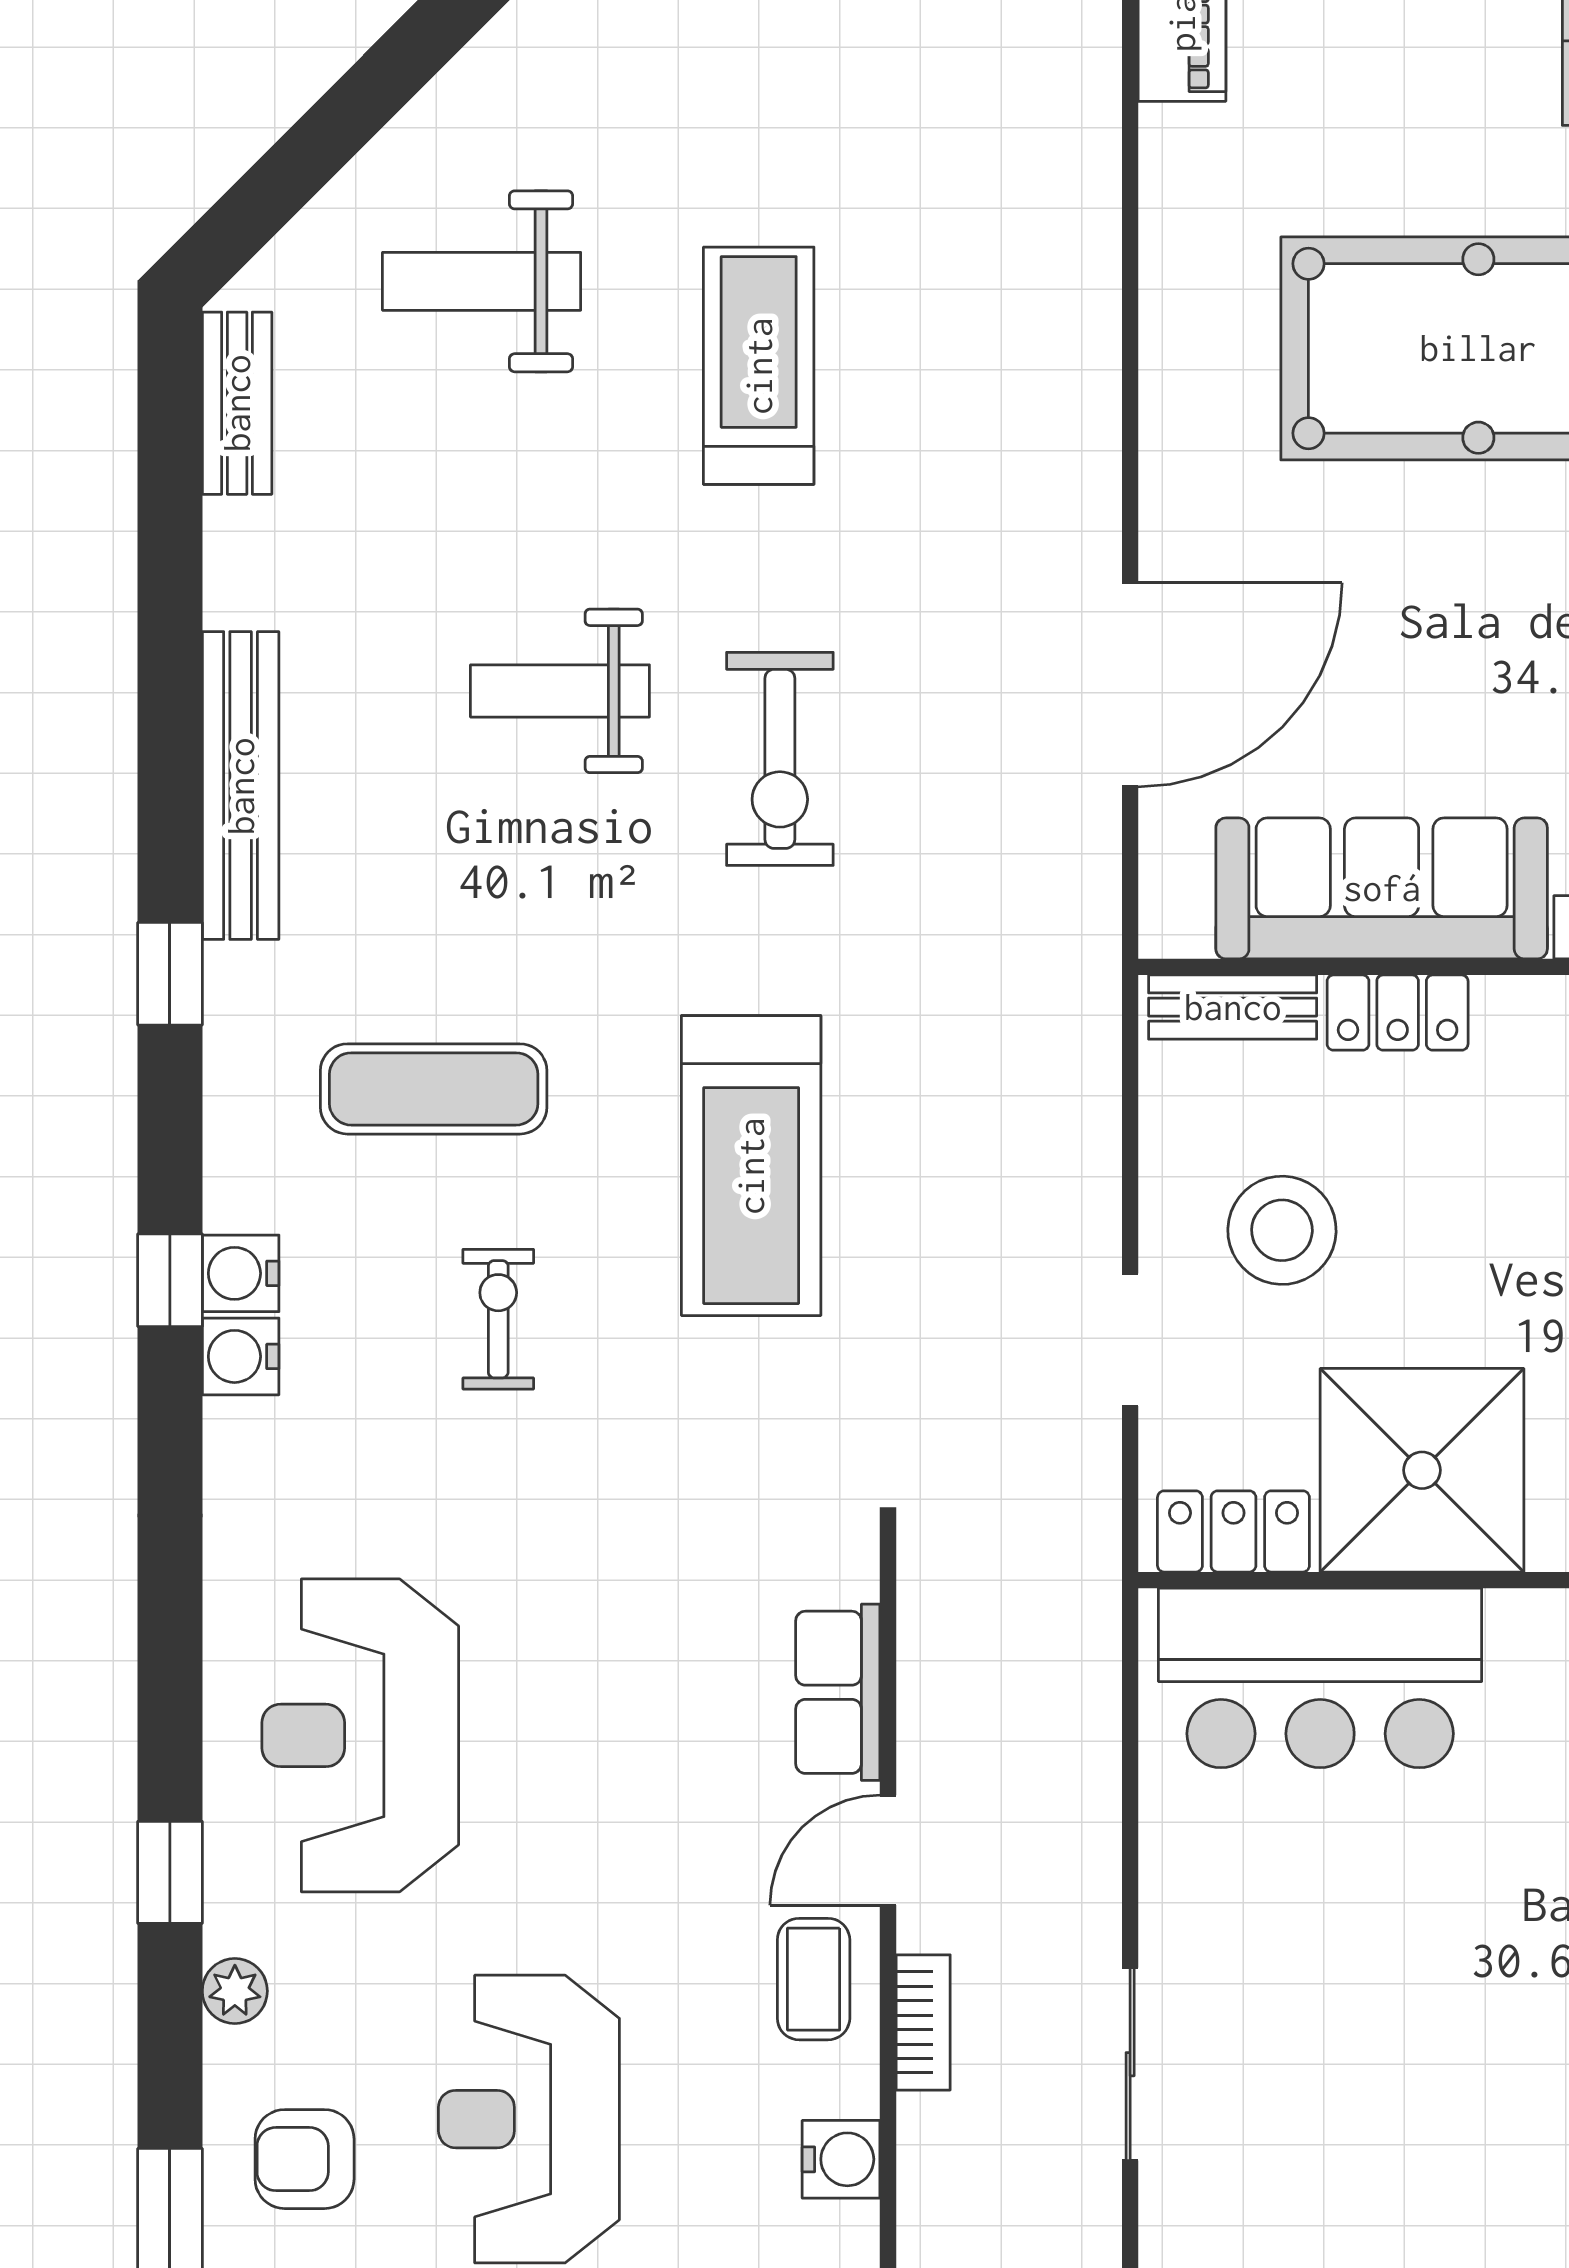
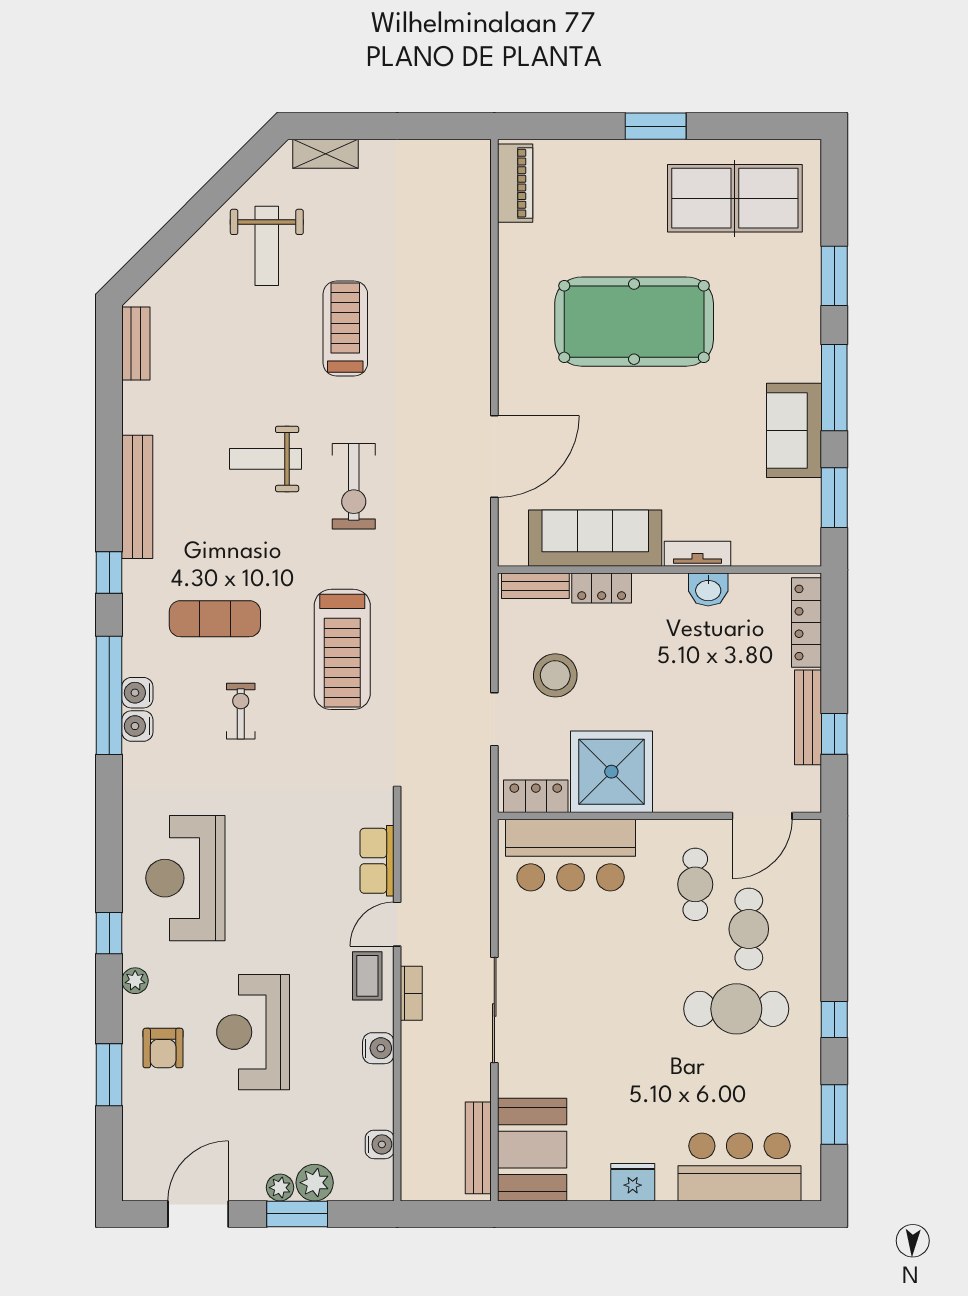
weight bench: (482, 281) -> (267, 246), moved, turned -90
window: (170, 1280) -> (109, 695), width x3.17
sliding door: (1130, 2064) -> (494, 1010), width x1.37
armchair: (305, 2159) -> (163, 1048), turned -90

